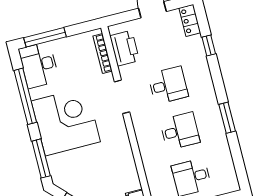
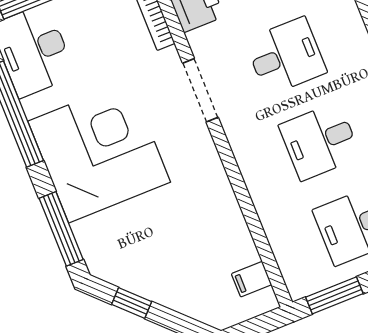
desk: (180, 131) -> (320, 141), turned 180

